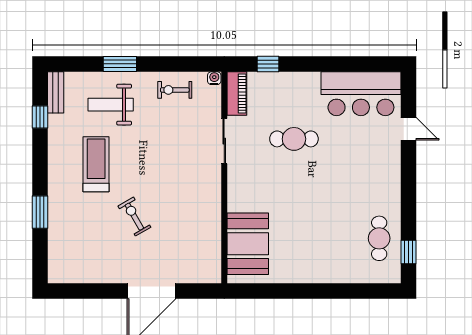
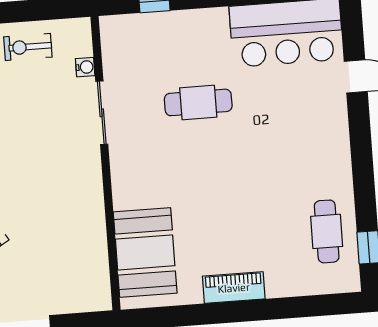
water cooler: (214, 78) -> (85, 67), moved, turned 90
piano: (237, 93) -> (234, 288), moved, turned -90

